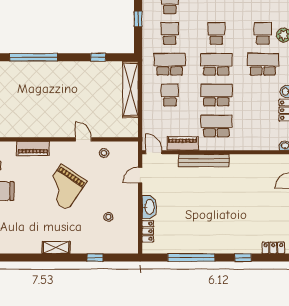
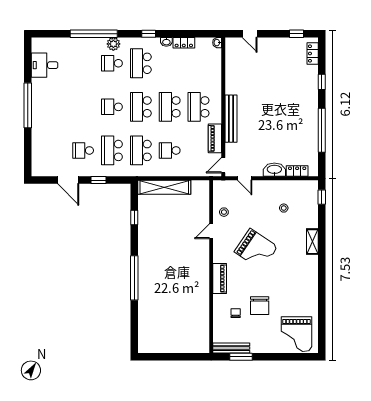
school desk: (170, 33) -> (112, 150), width x1.85
shelving: (56, 248) -> (312, 242), moved
window: (95, 258) -> (322, 197), moved

